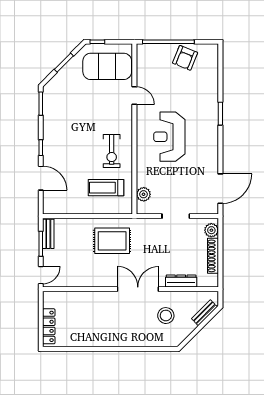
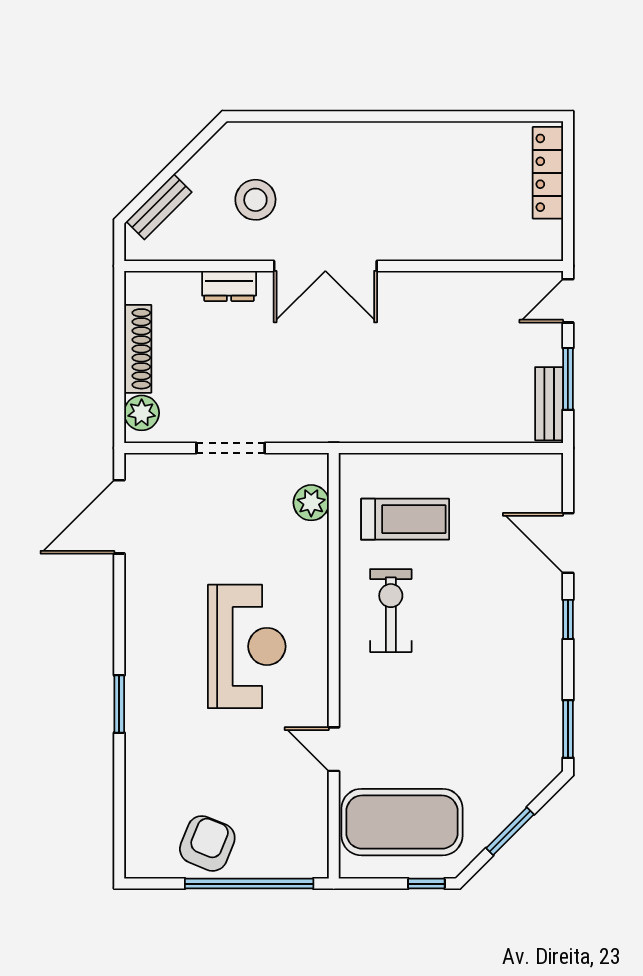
rug: (112, 241) -> (390, 386), removed
dresser: (181, 281) -> (229, 286), width x0.70

